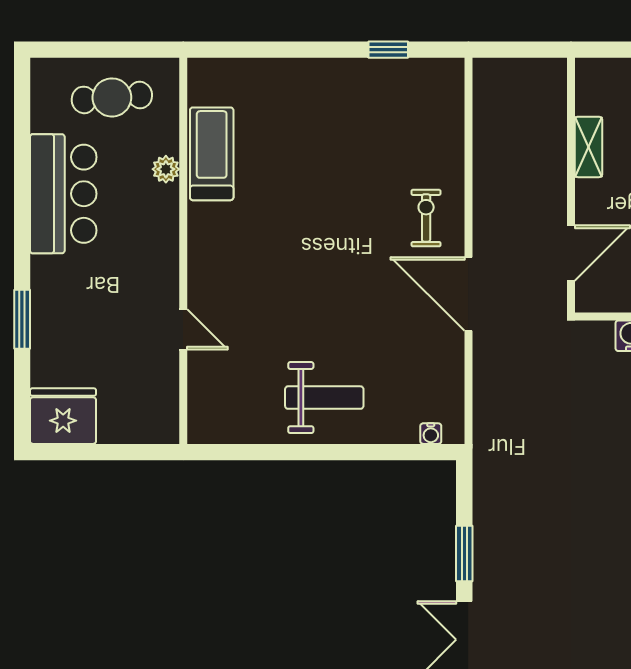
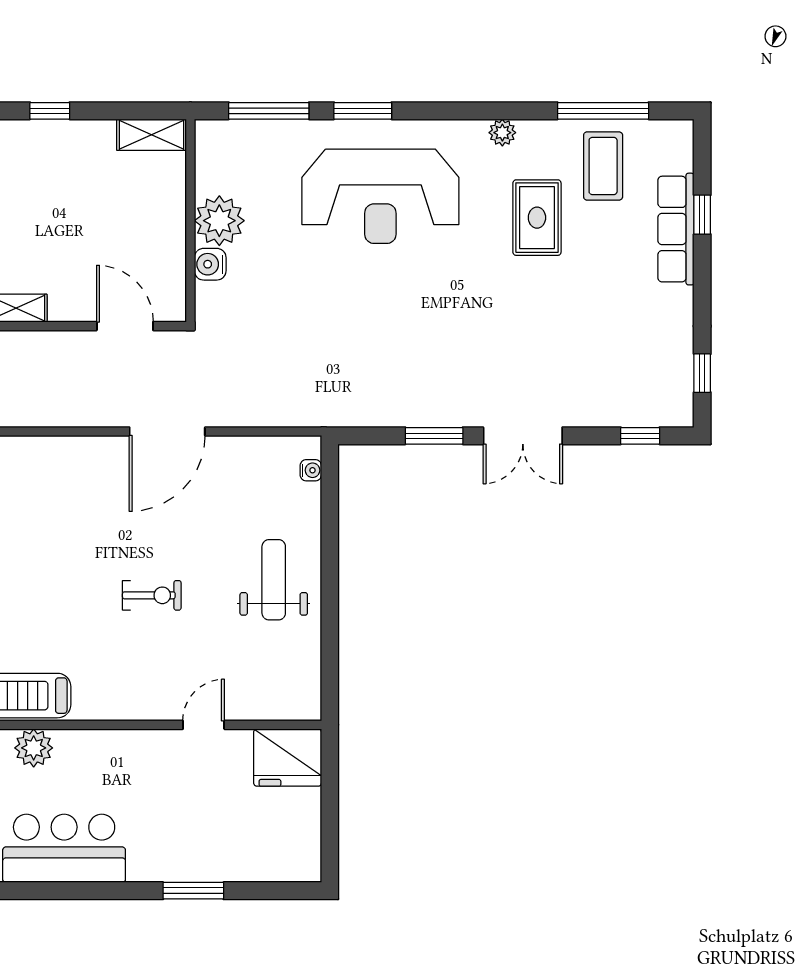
plant: (166, 169) -> (34, 748), width x1.38, depth x1.38
exercise bike: (426, 218) -> (152, 595), moved, turned 180
fridge: (63, 416) -> (288, 758), moved, turned -90

